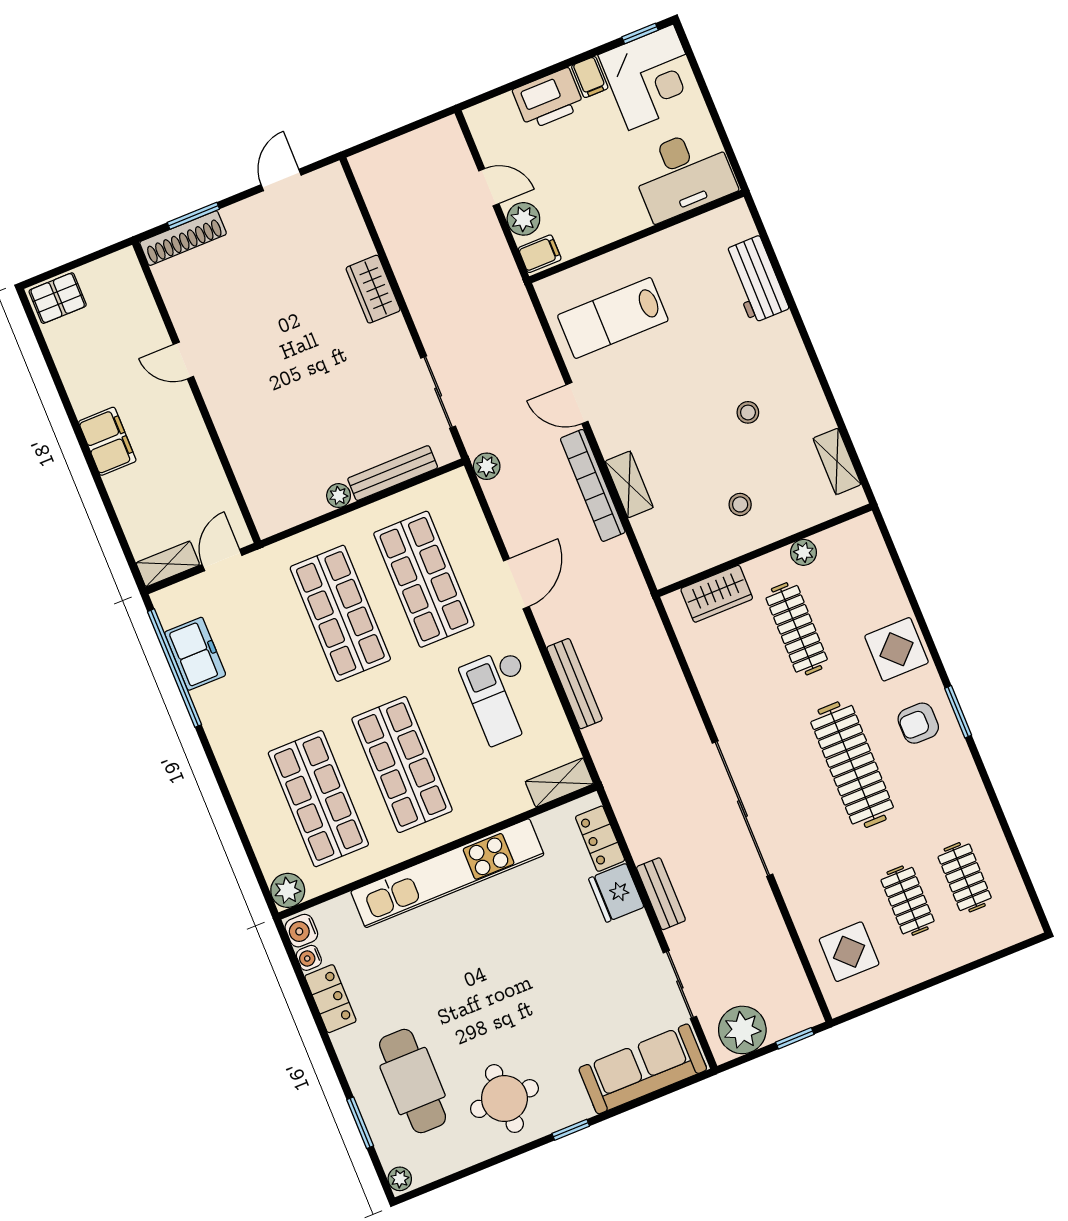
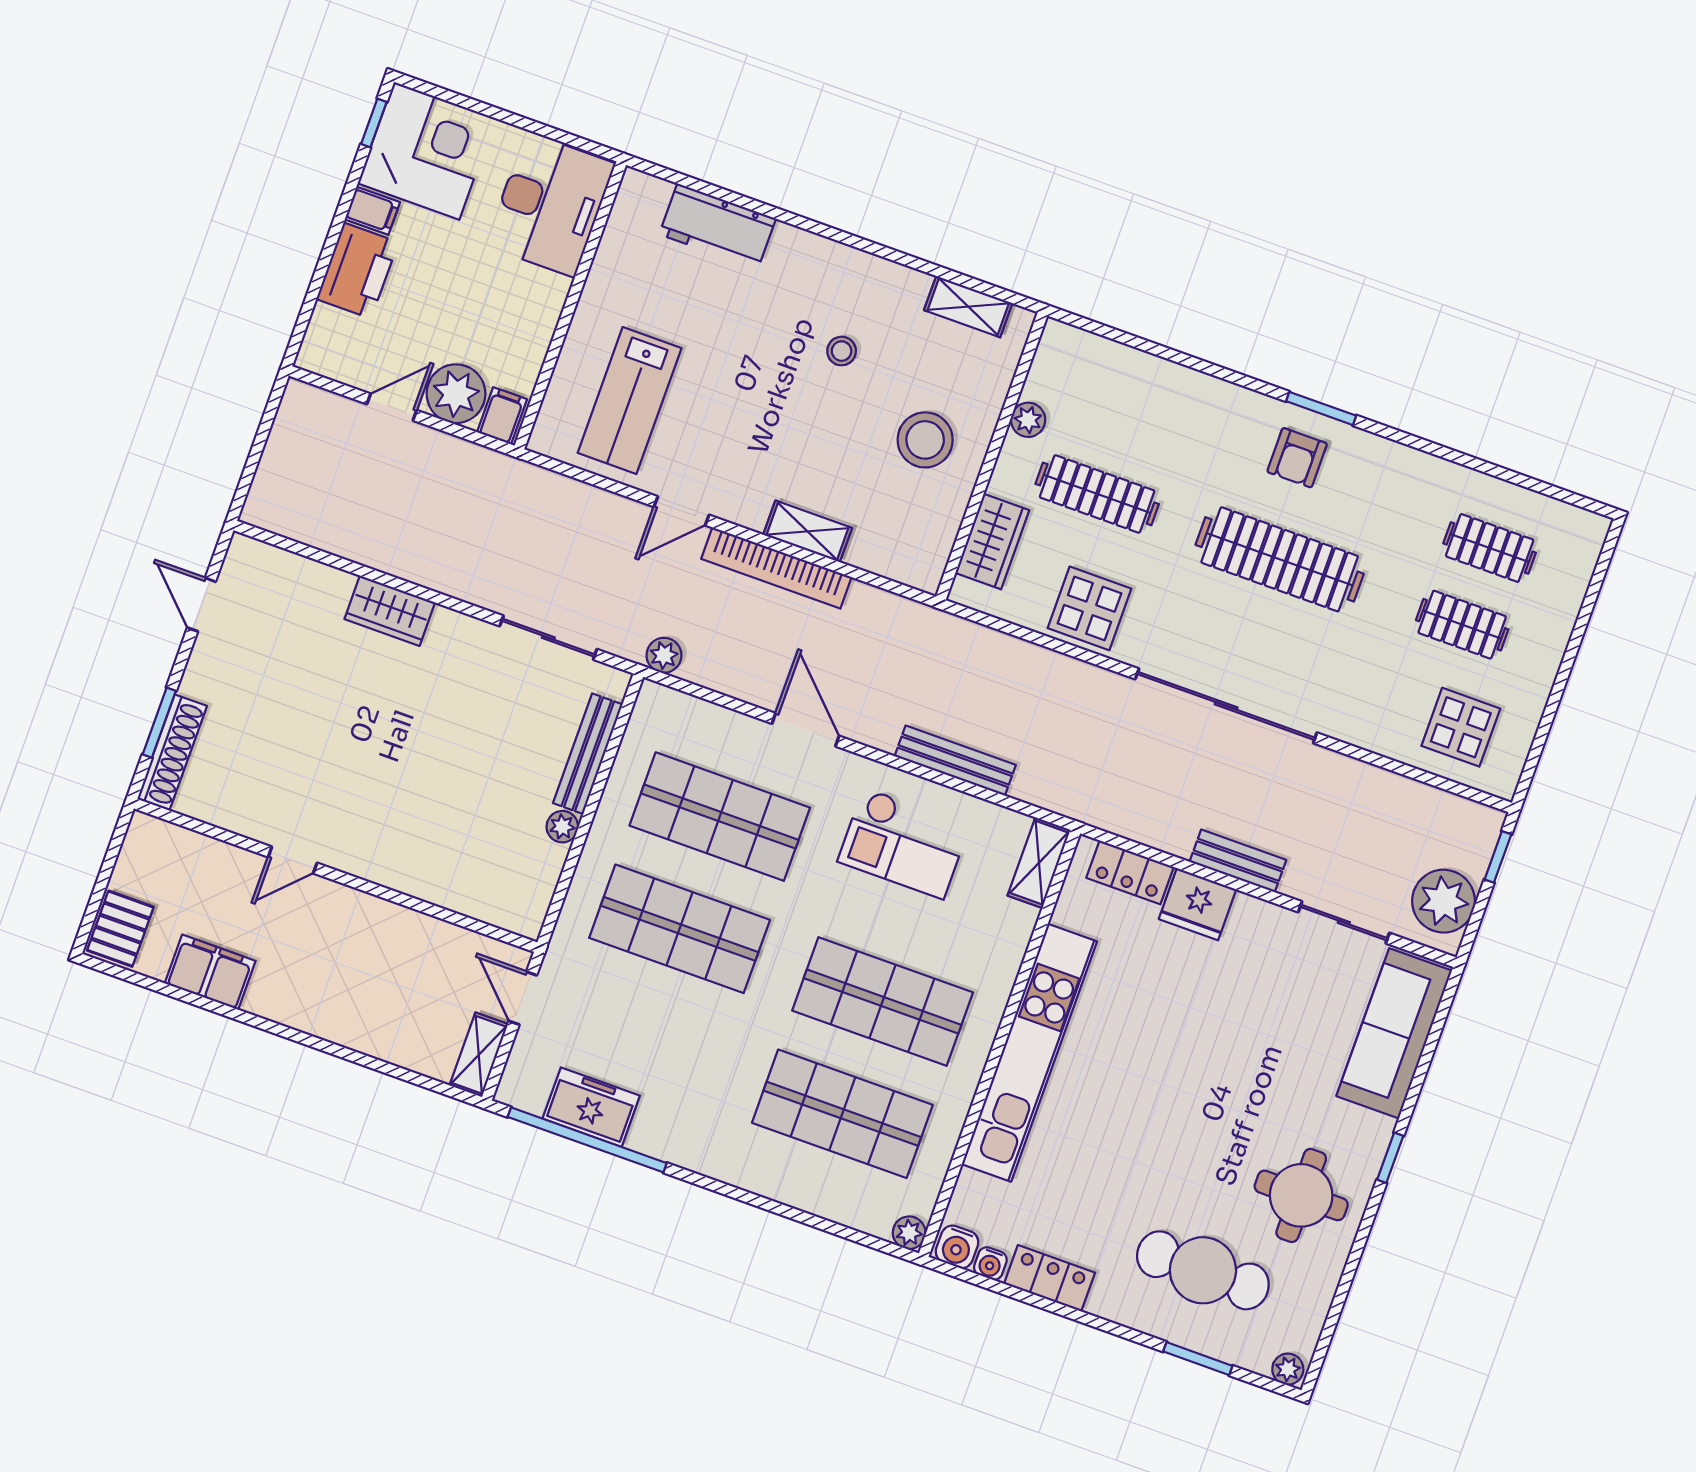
plant: (523, 219) -> (456, 394), width x1.36, depth x1.36
filing cabinet: (107, 441) -> (210, 972), moved
stool: (740, 504) -> (925, 440), width x1.89, depth x1.89
display table: (897, 649) -> (1089, 608), moved
plant: (288, 890) -> (909, 1233), width x0.73, depth x0.73

